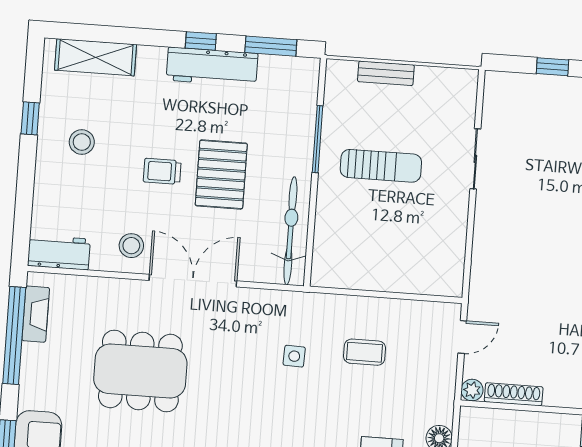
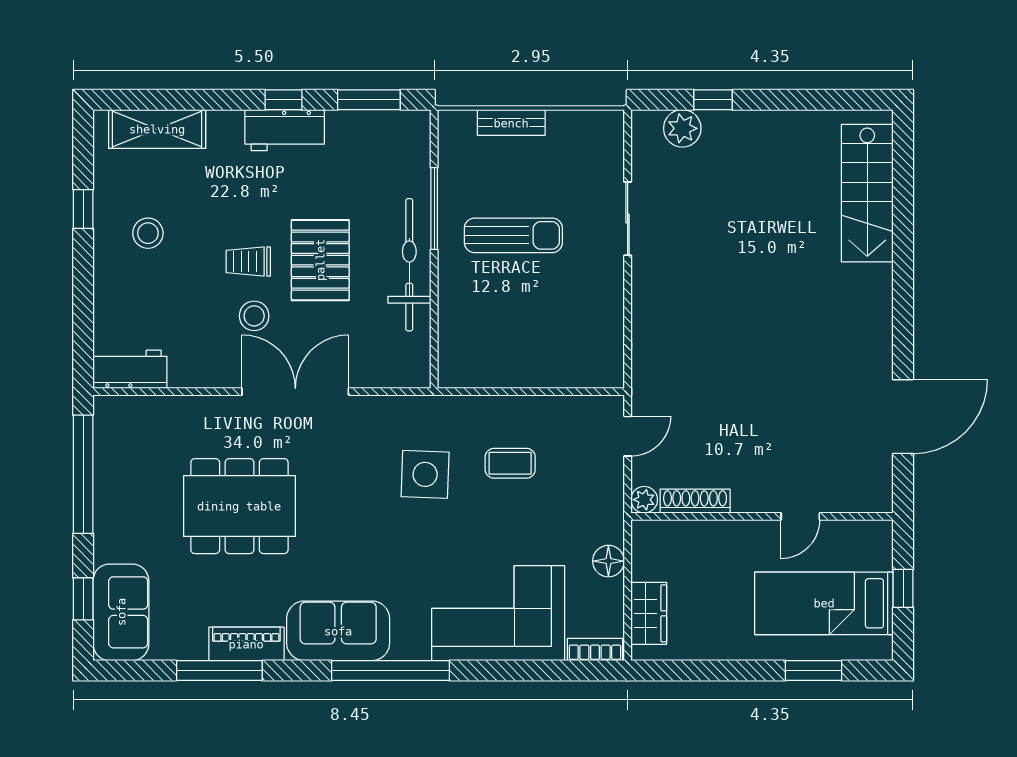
workbench: (212, 67) -> (285, 130), width x0.73
plant: (526, 88) -> (682, 128), added
bicycle: (290, 231) -> (409, 265), moved
stool: (131, 246) -> (254, 316), moved
fireplace: (36, 314) -> (107, 446), removed
side table: (294, 356) -> (425, 474), width x1.87, depth x1.87

